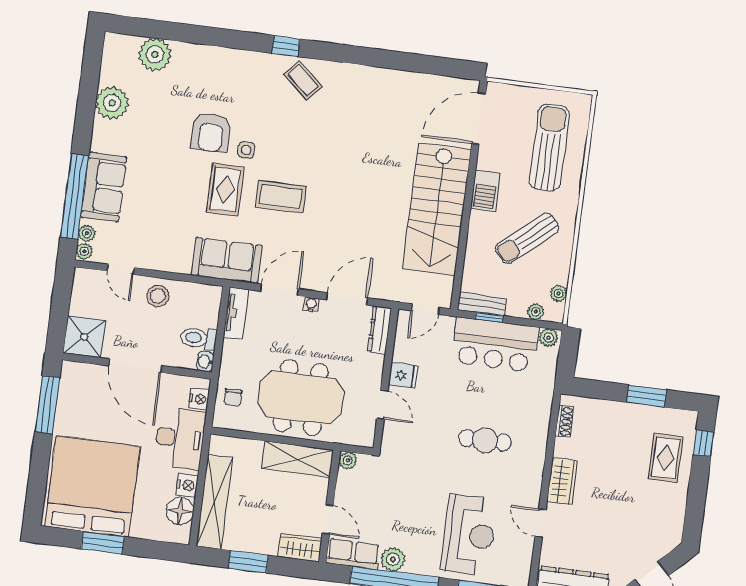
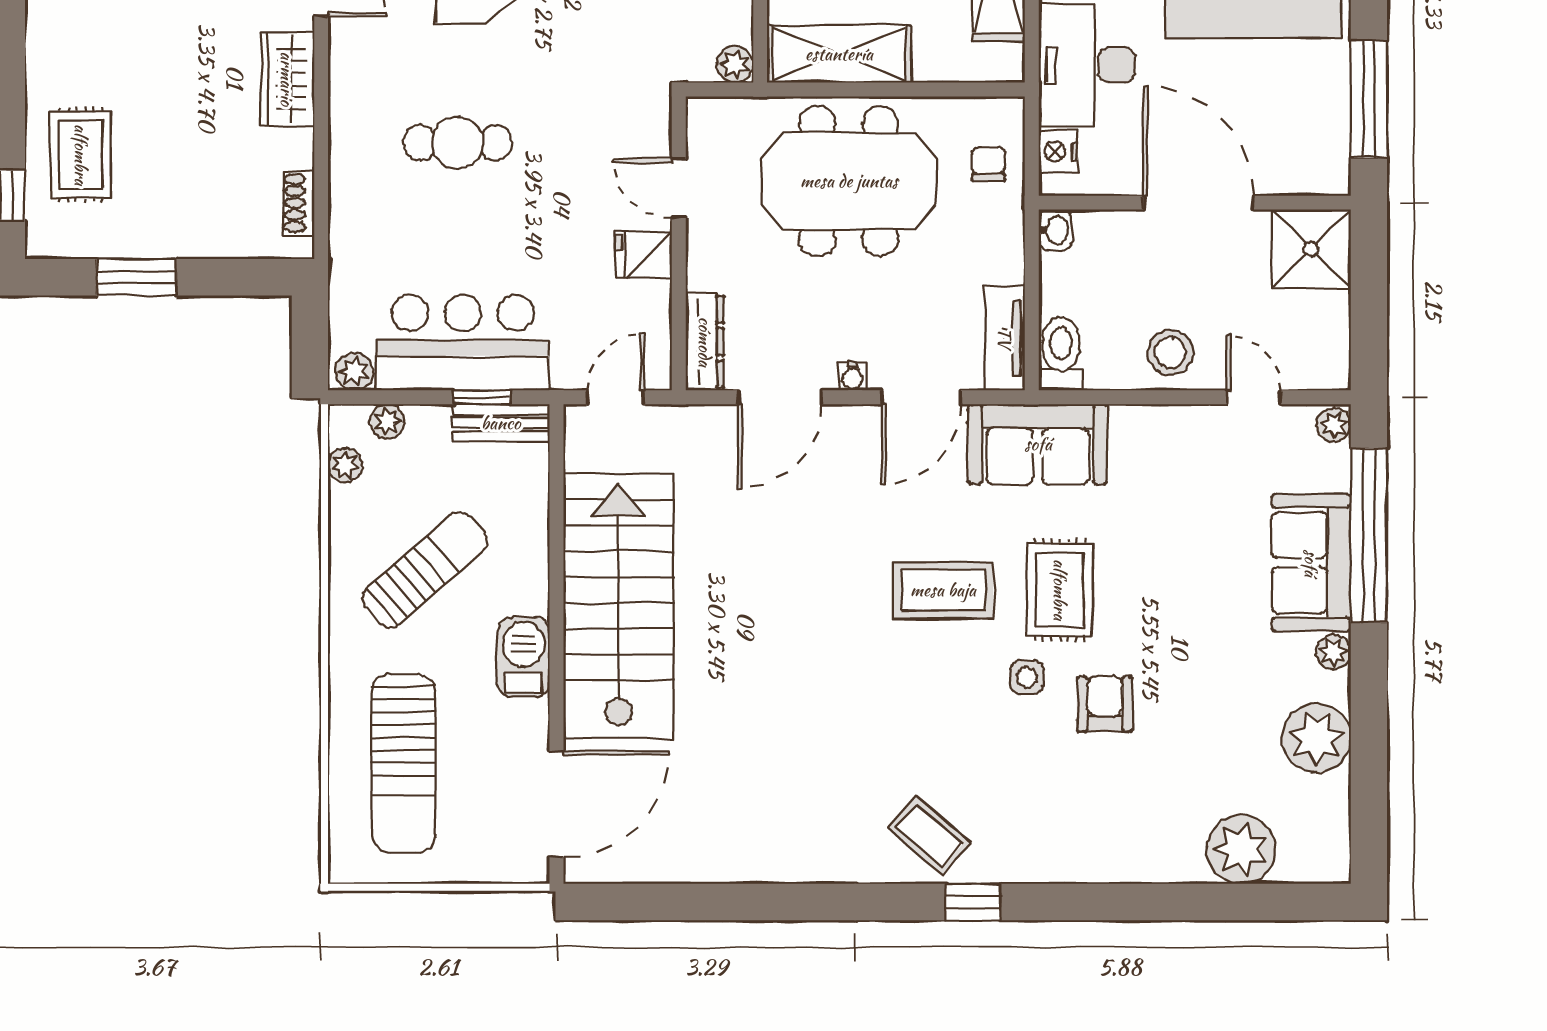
armchair: (211, 132) -> (1105, 704), width x0.72, depth x0.72
plant: (87, 233) -> (1333, 652), moved
toilet: (198, 338) -> (1061, 354), moved, turned -90

